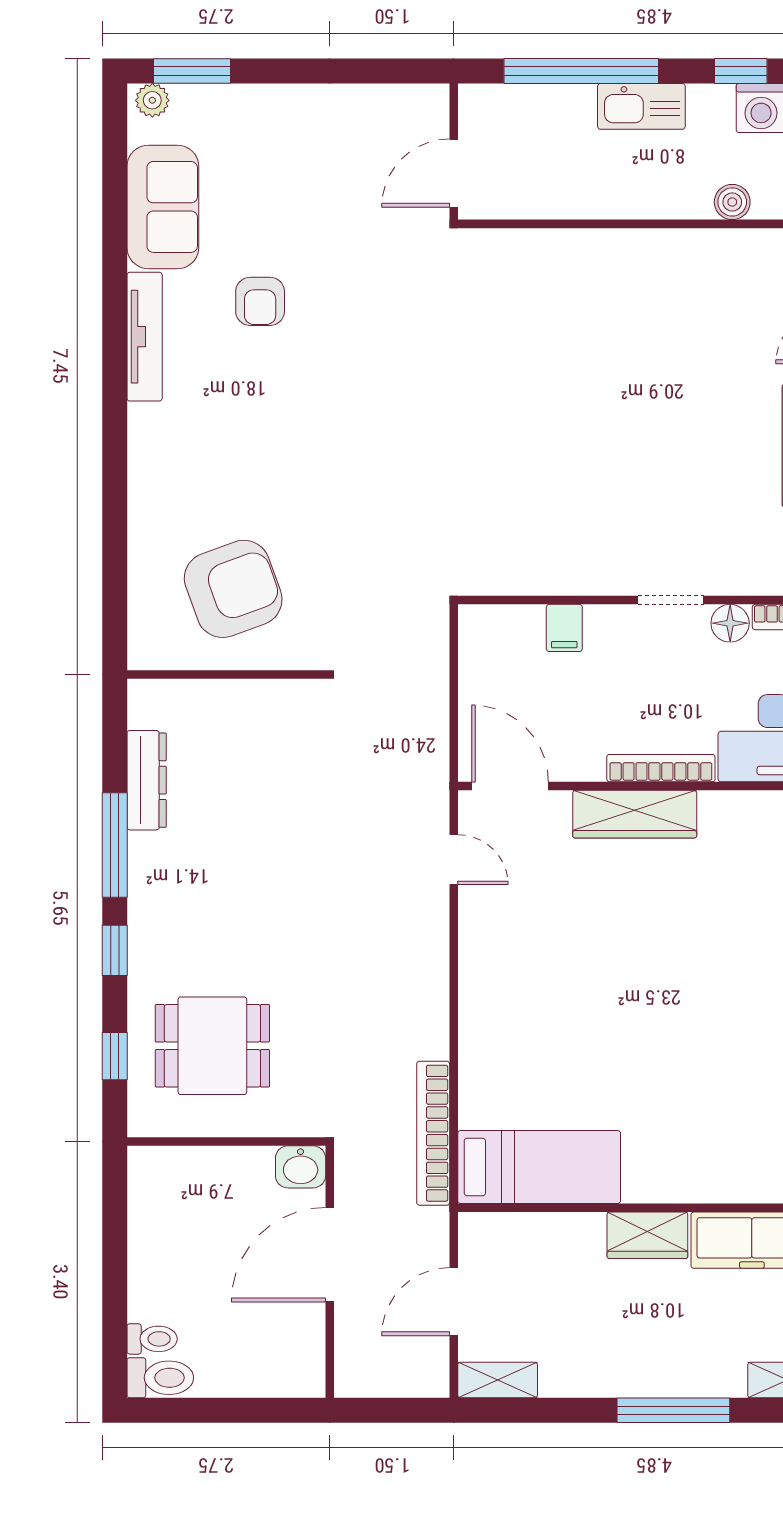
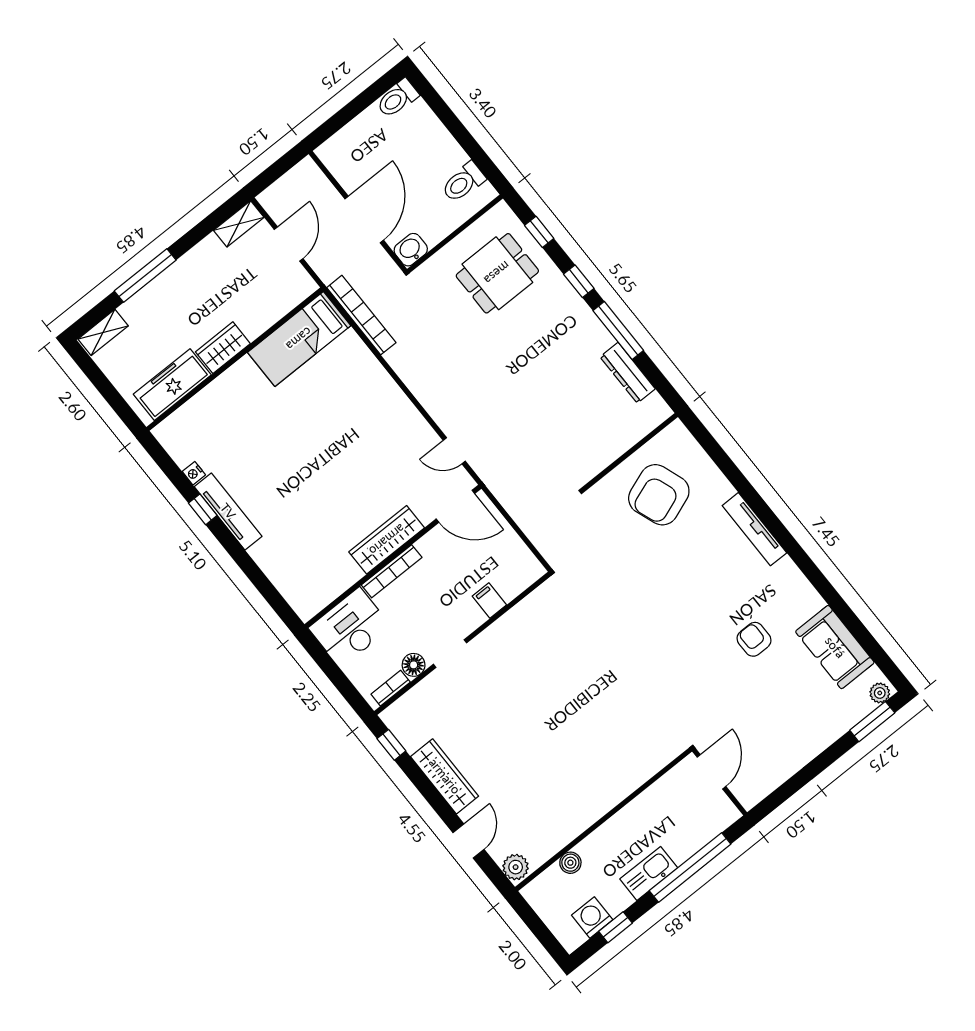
tv unit: (145, 337) -> (754, 529), moved
toilet: (152, 1339) -> (463, 182), moved, width x1.37, depth x1.39

